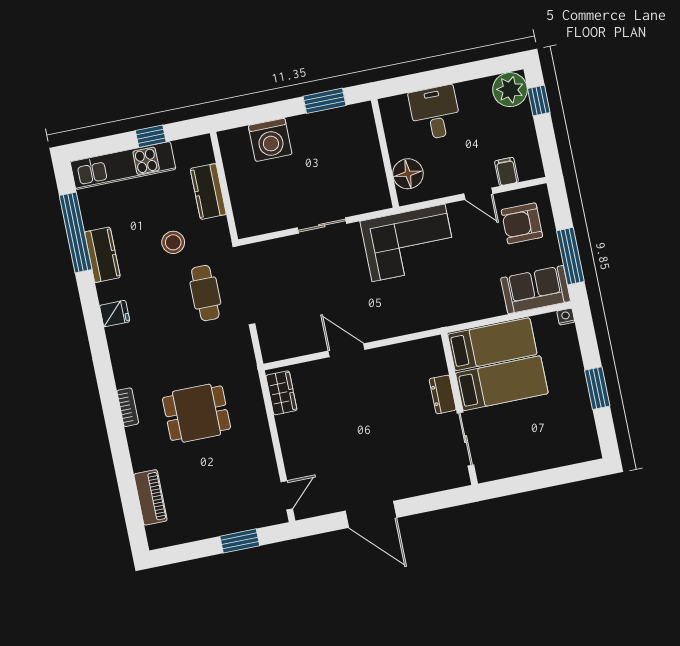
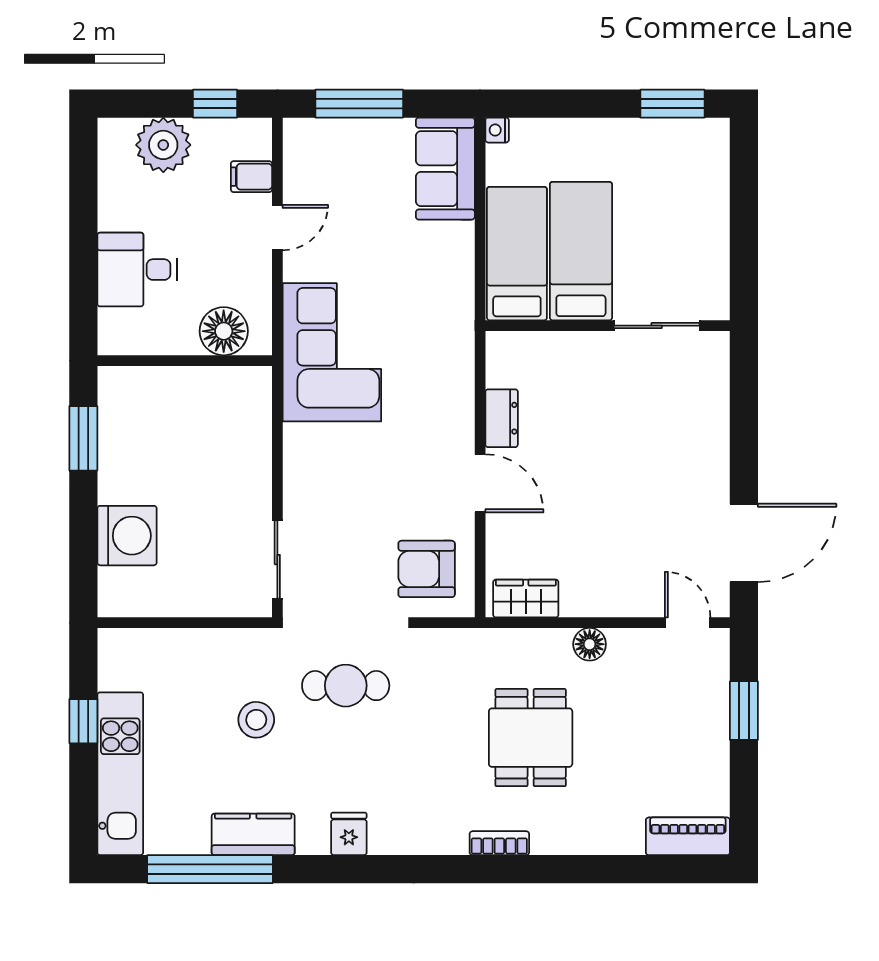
plant: (510, 90) -> (163, 145), moved
window: (539, 100) -> (215, 104), moved
kitchen counter: (208, 191) -> (188, 649), removed
armchair: (522, 223) -> (427, 569), moved, turned 90
sliding door: (322, 226) -> (277, 560), moved
window: (570, 256) -> (359, 104), moved
door: (346, 350) -> (480, 483), swing flipped
window: (597, 388) -> (672, 104), moved
dresser: (443, 394) -> (502, 418), moved, turned -90
floor lamp: (261, 438) -> (590, 644), added
piano: (150, 497) -> (688, 836), moved
door: (371, 514) -> (744, 543), moved

